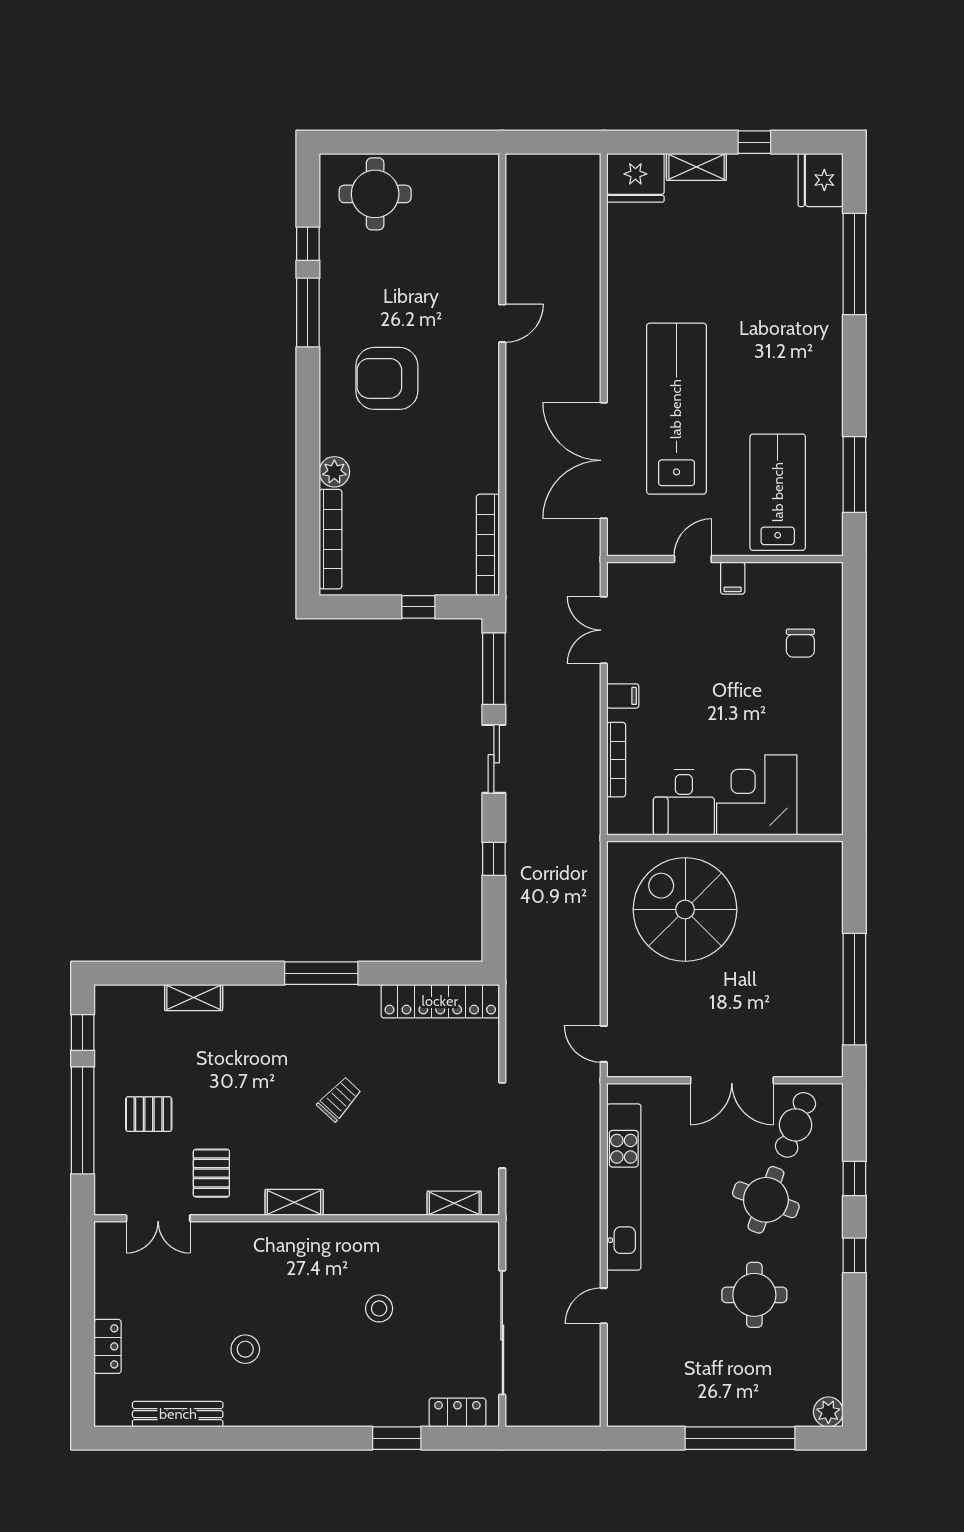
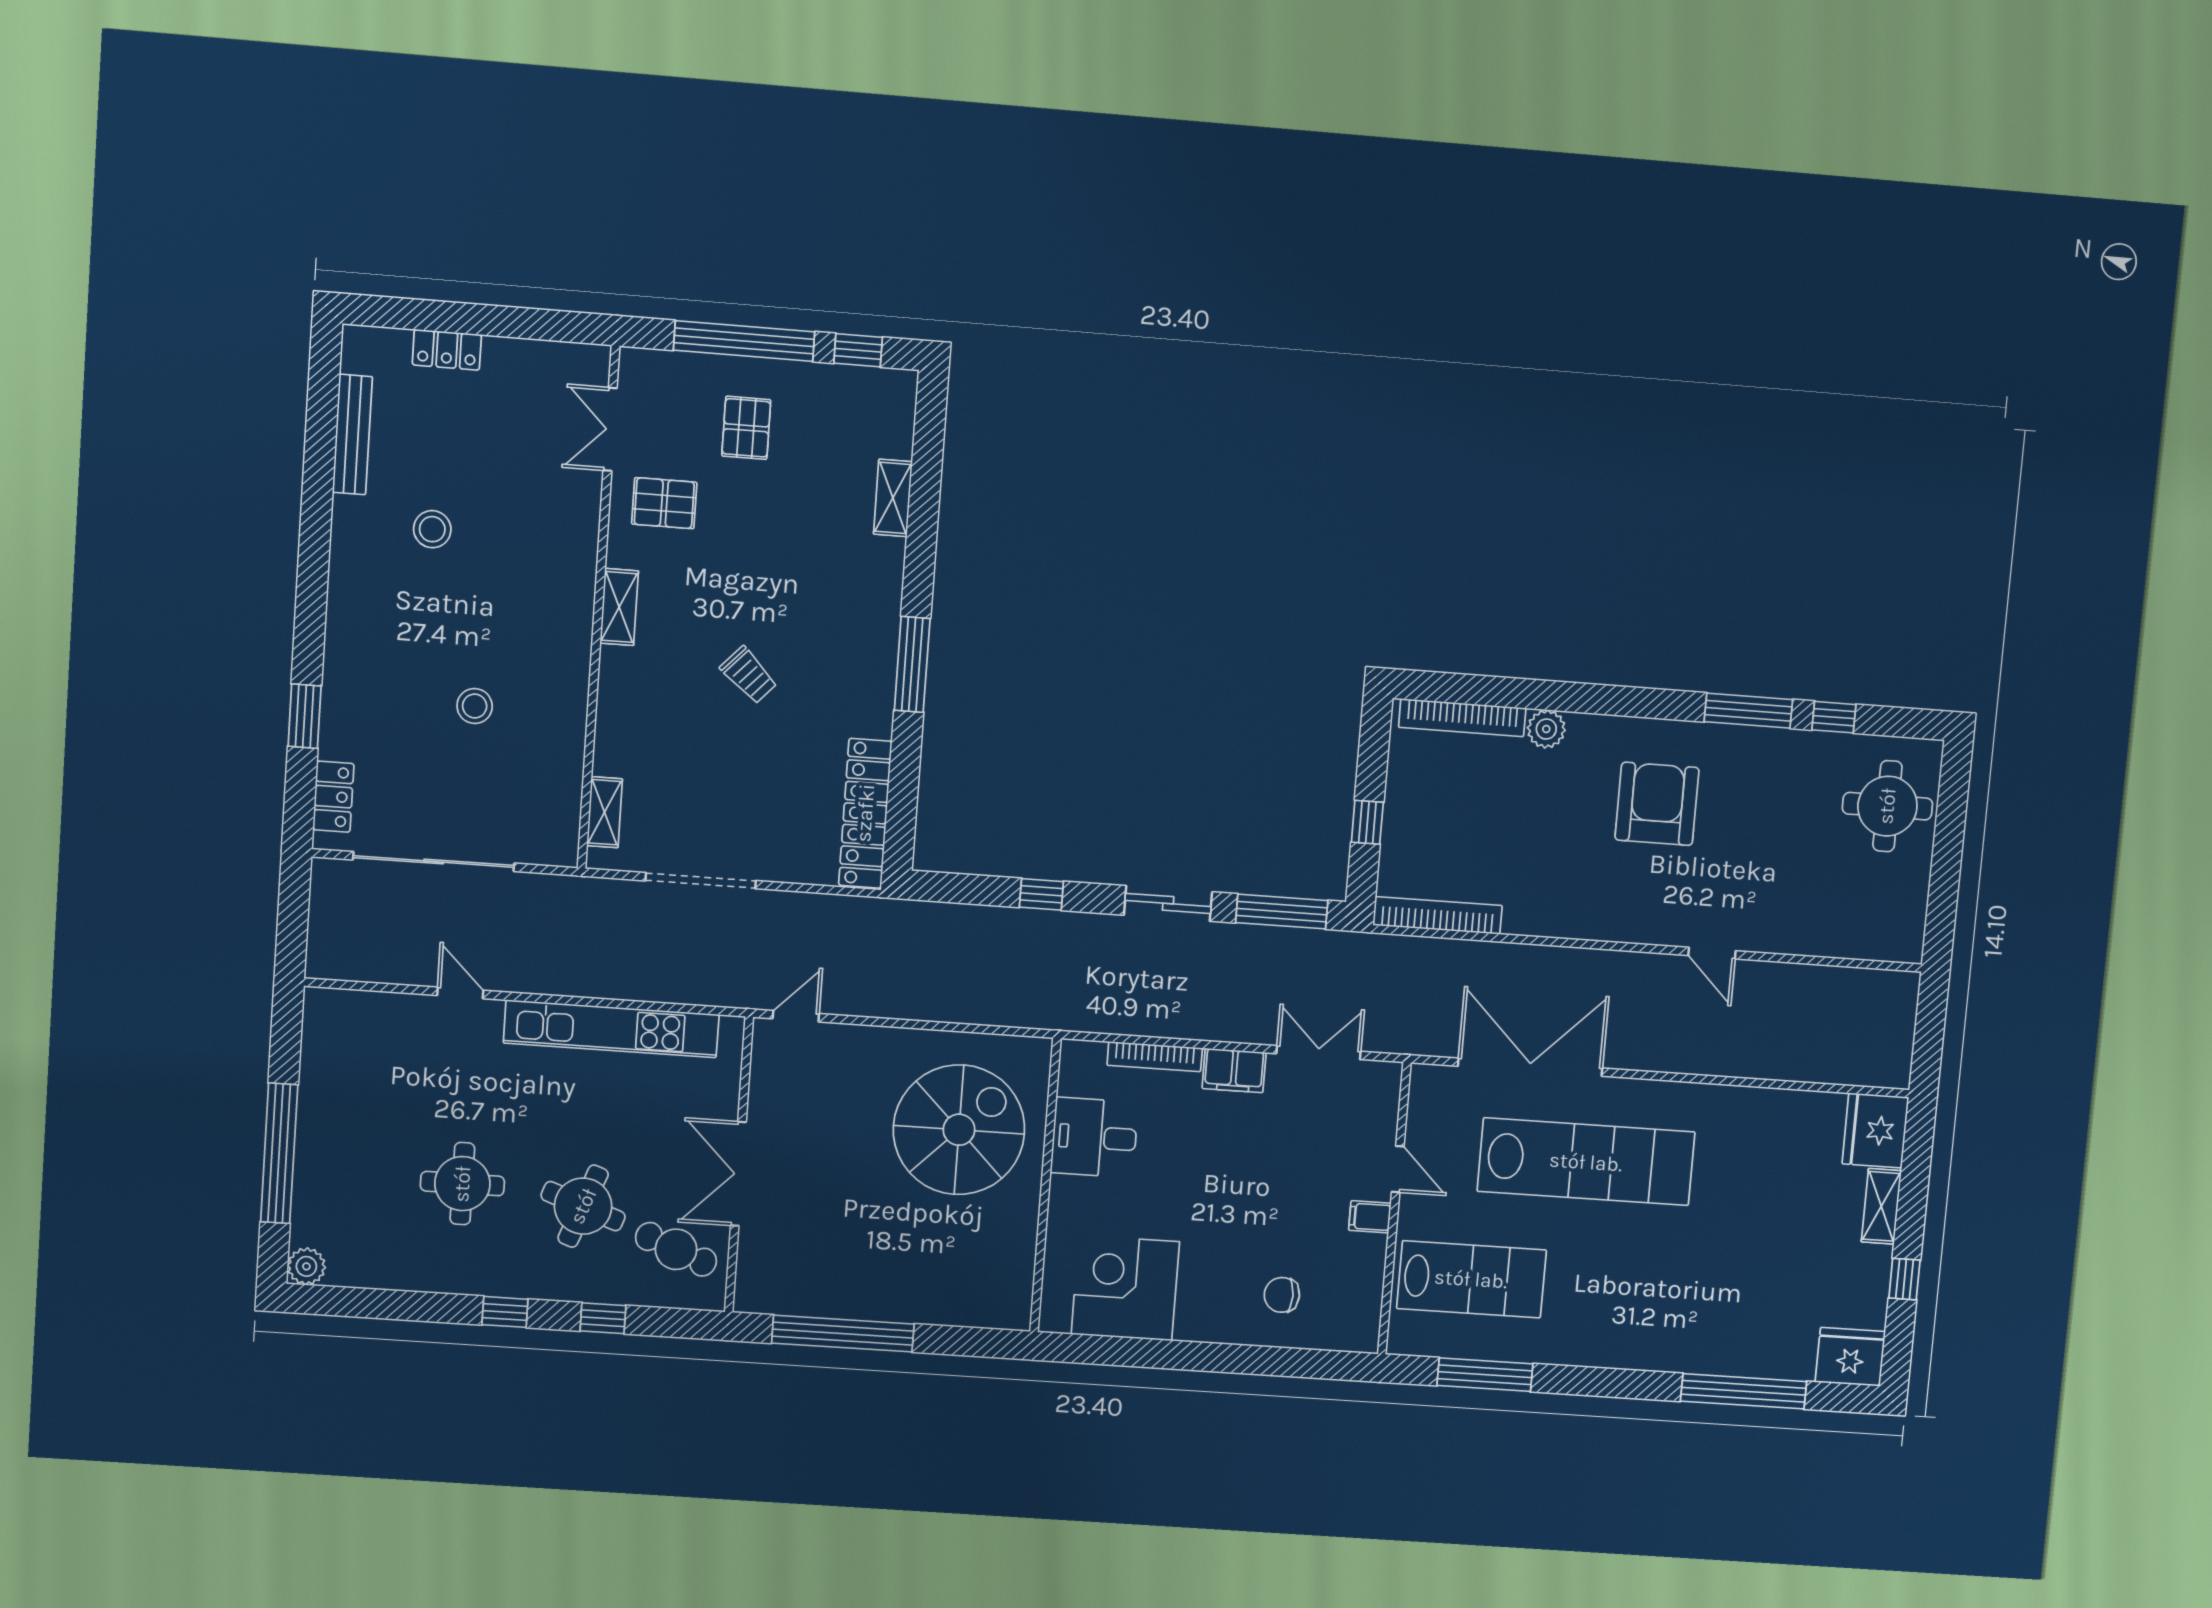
filing cabinet: (623, 696) -> (1234, 1070), width x2.00
corner desk: (757, 795) -> (1125, 1288), moved, turned -90

